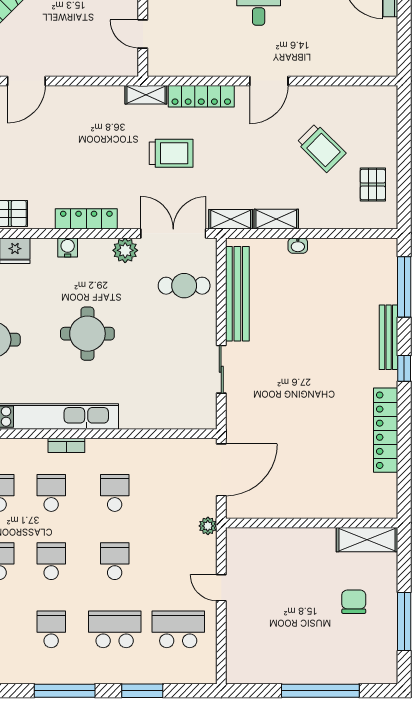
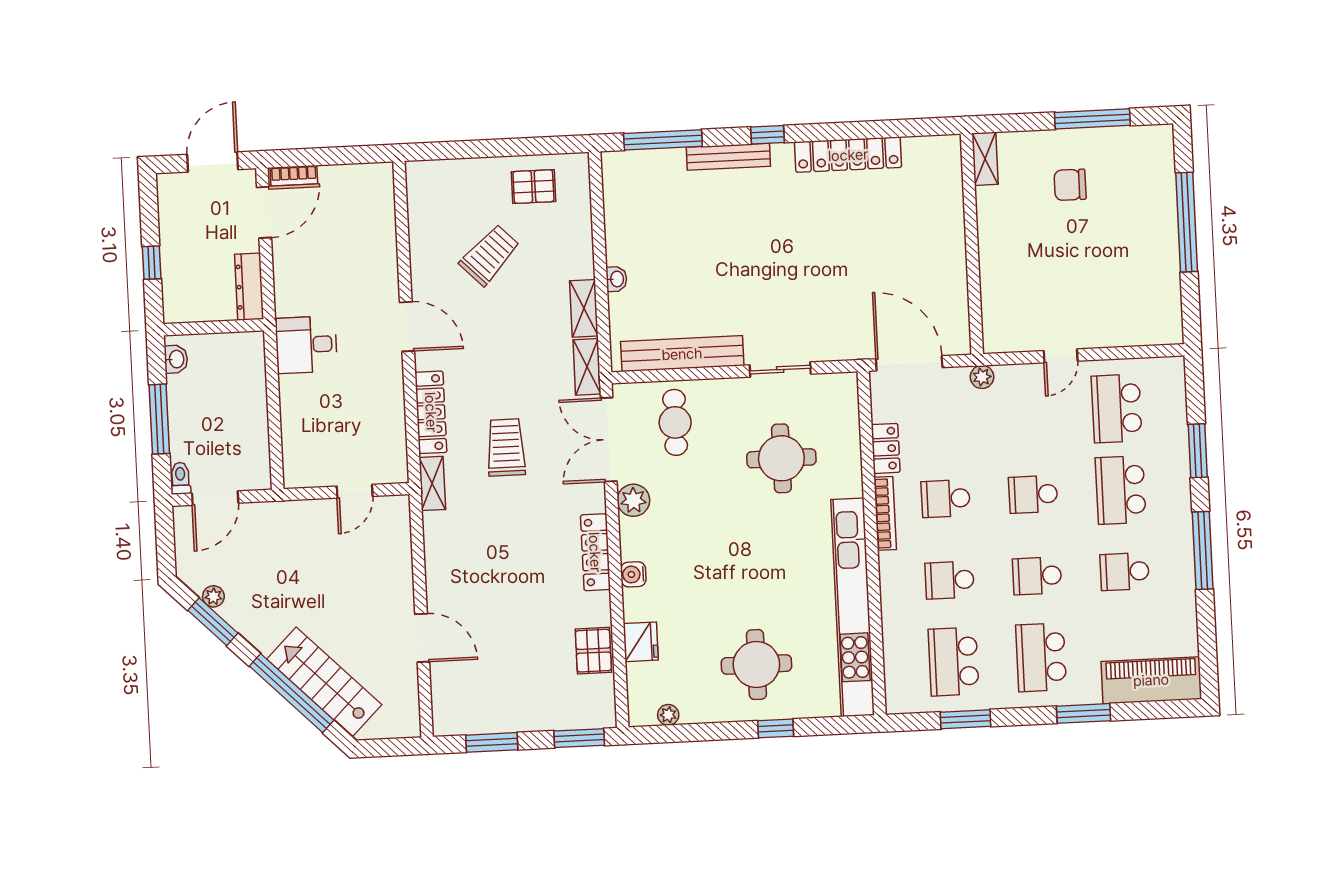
round table: (87, 334) -> (781, 458), moved
bookcase: (66, 445) -> (885, 513), moved, width x1.56
locker: (156, 448) -> (886, 448), added
shelving: (367, 540) -> (985, 159), width x0.67, depth x0.75

